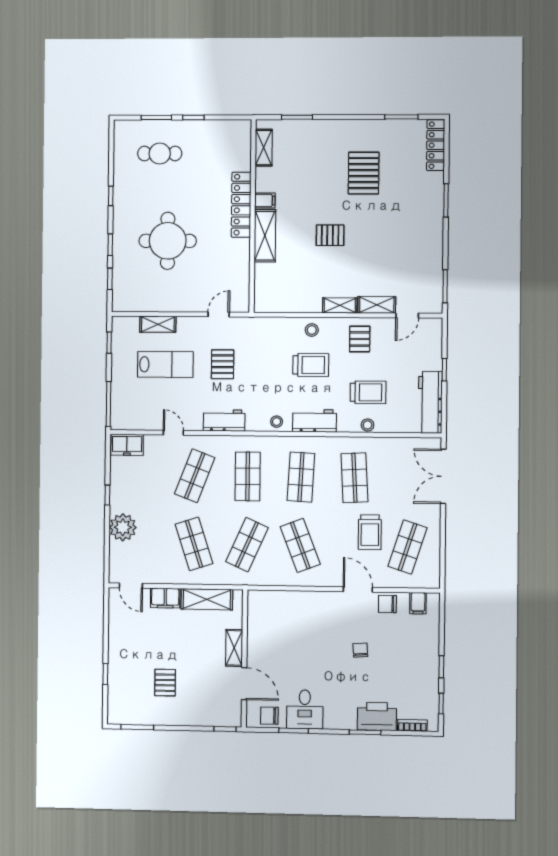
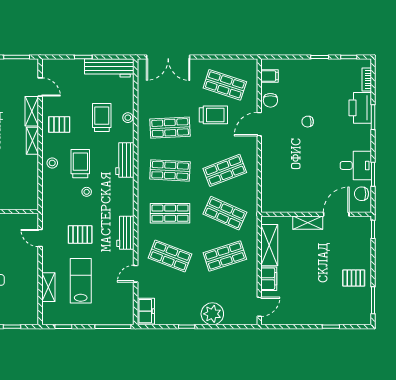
stool: (277, 422) -> (87, 192), moved
pallet: (165, 683) -> (354, 278), moved
chair: (269, 716) -> (361, 194), turned 90

